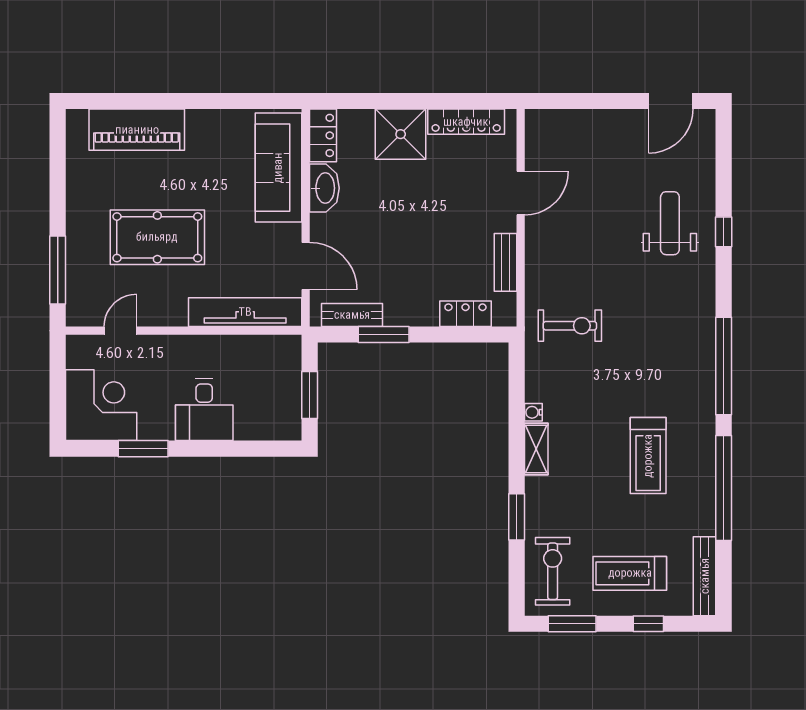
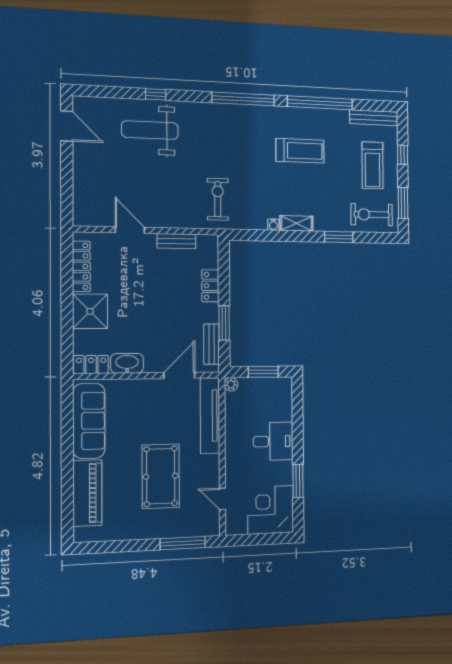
sofa: (278, 168) -> (89, 421), moved, turned -90
weight bench: (670, 223) -> (150, 130), width x1.36, depth x1.33
locker: (465, 314) -> (210, 286), moved
plant: (291, 345) -> (231, 384), added

